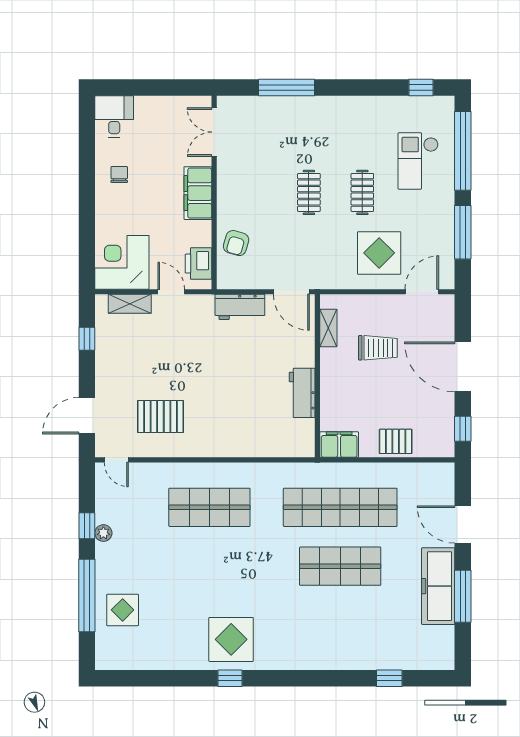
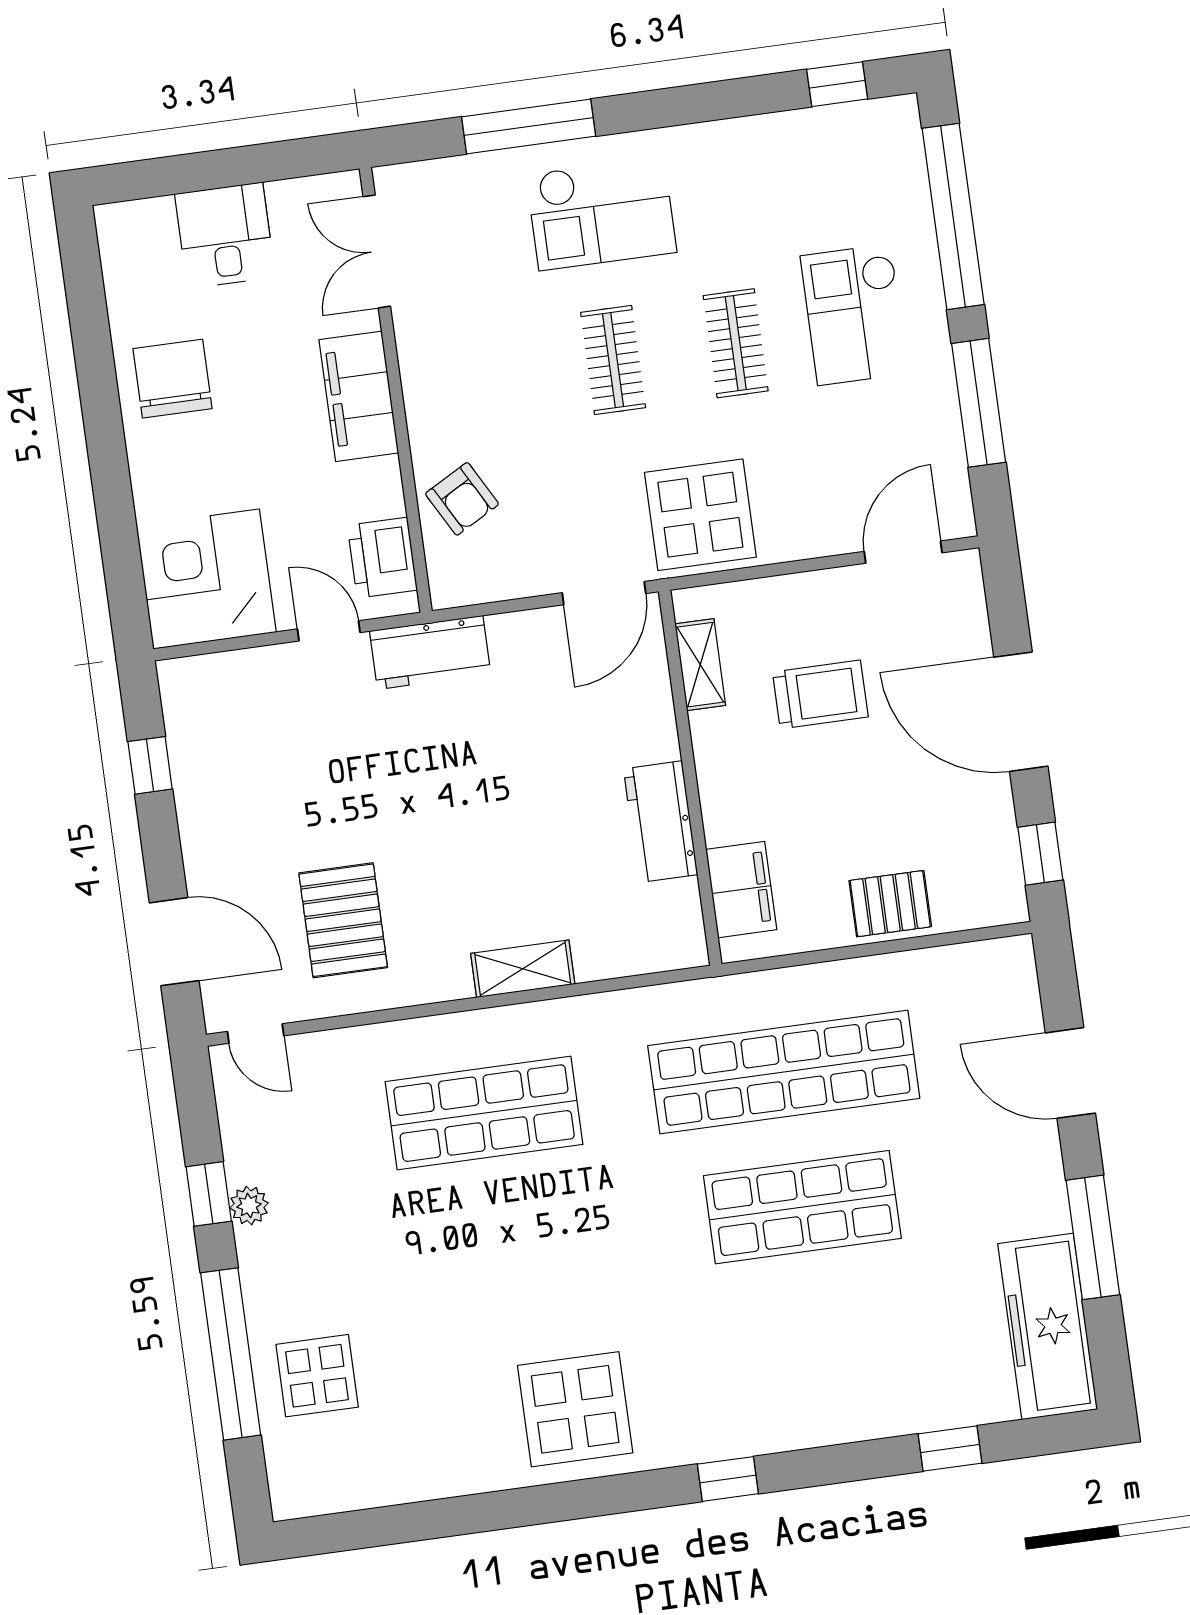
desk: (114, 116) -> (225, 235), moved
checkout: (312, 129) -> (601, 213), added
checkout: (418, 161) -> (854, 315), moved
chair: (119, 175) -> (172, 379), width x1.87, depth x1.87
armchair: (236, 243) -> (462, 499), turned -45
display table: (379, 253) -> (700, 515), moved
door: (291, 292) -> (604, 593), hinge flipped
shelving: (130, 304) -> (523, 969), moved
workbench: (240, 307) -> (430, 652), moved
door: (87, 416) -> (174, 942), swing flipped
pallet: (160, 416) -> (343, 920), turned 90
filing cabinet: (339, 445) -> (741, 890), moved, turned 90
freezer: (438, 586) -> (1048, 1326), moved
window: (230, 678) -> (728, 1479), moved

